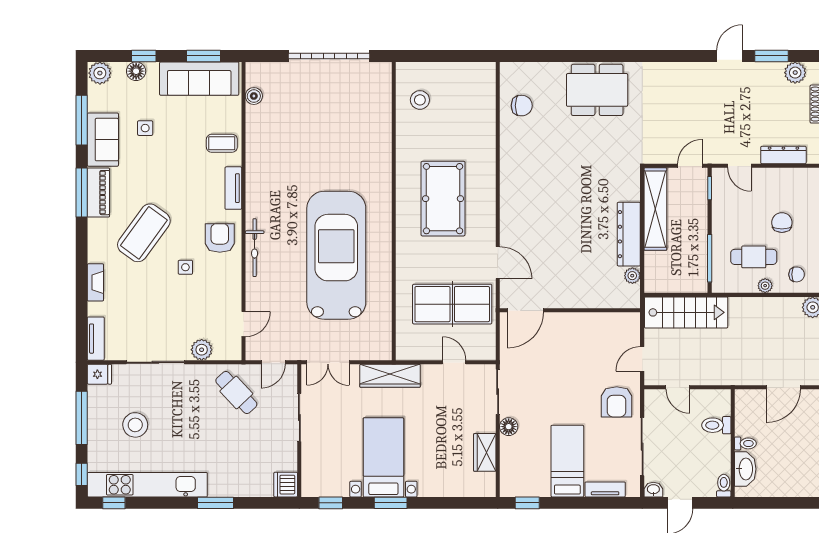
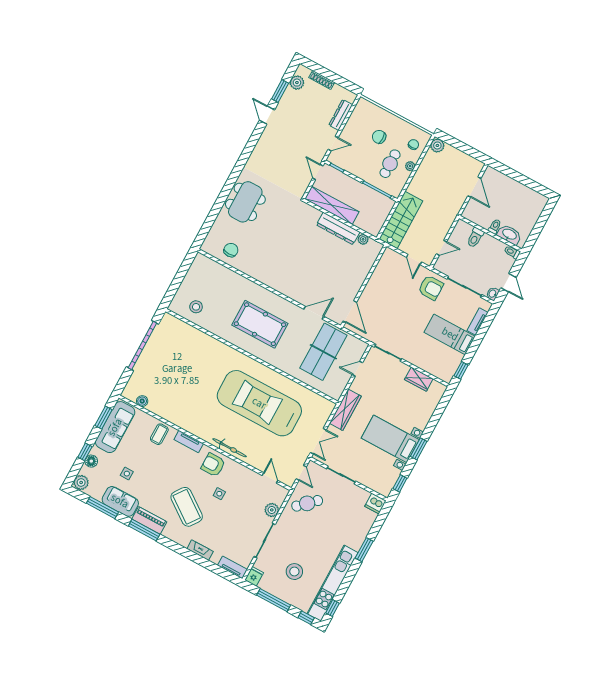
floor lamp: (509, 427) -> (411, 357), removed

